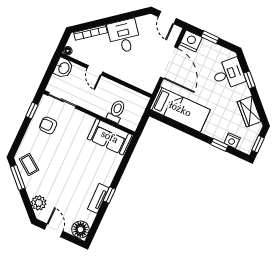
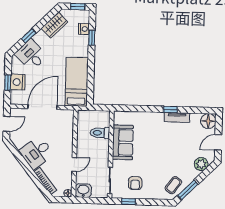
nightstand: (191, 41) -> (18, 82), moved
sofa: (110, 137) -> (123, 142), moved

